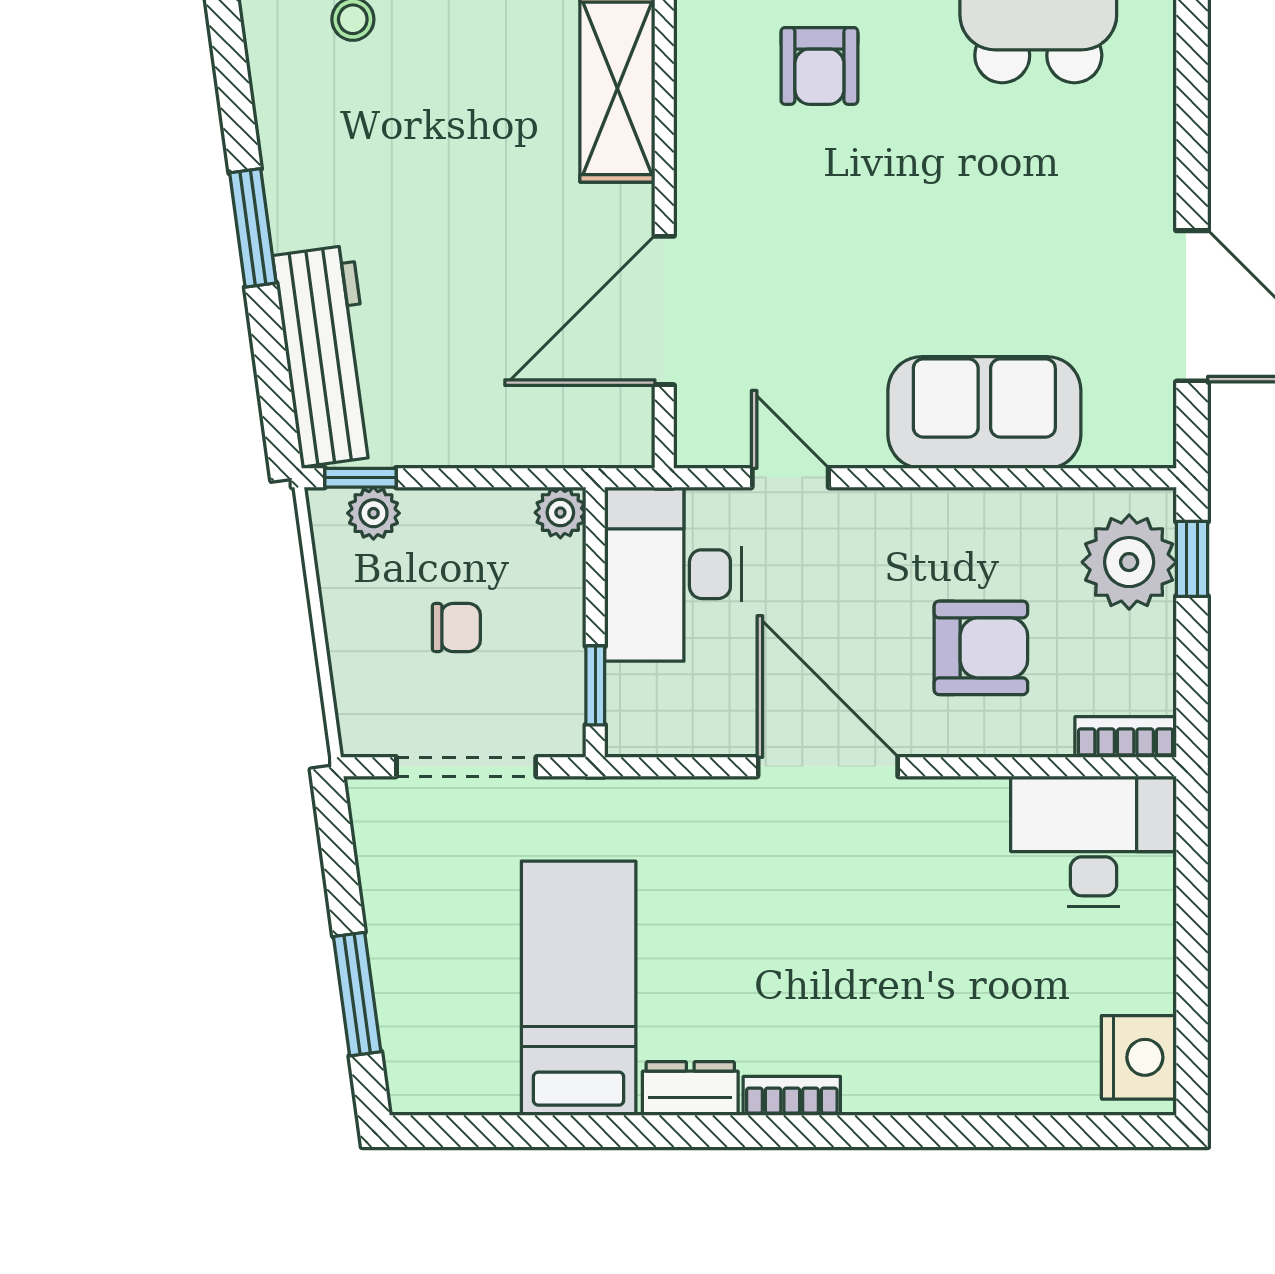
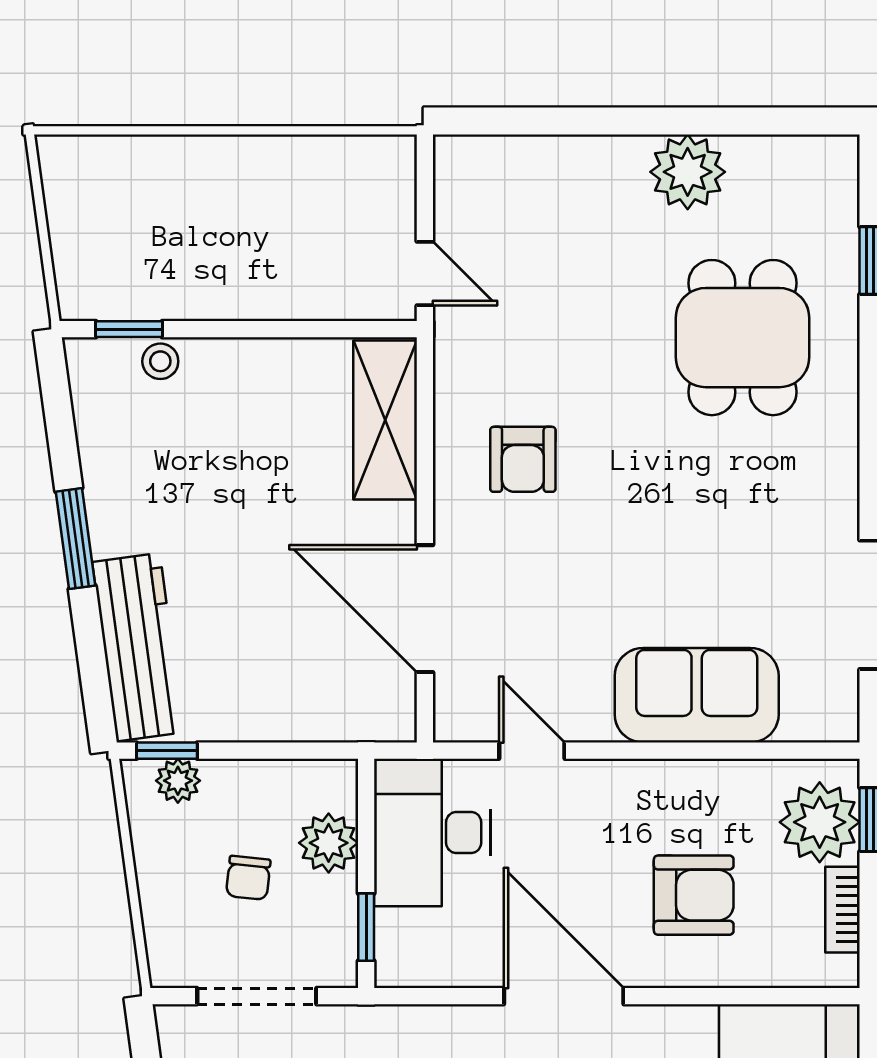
armchair: (819, 66) -> (523, 459), moved
door: (664, 310) -> (425, 609), hinge flipped
plant: (560, 513) -> (329, 843), moved, width x1.38, depth x1.38
chair: (456, 627) -> (248, 878), turned 96
bookcase: (1126, 737) -> (842, 910), moved, turned -90

